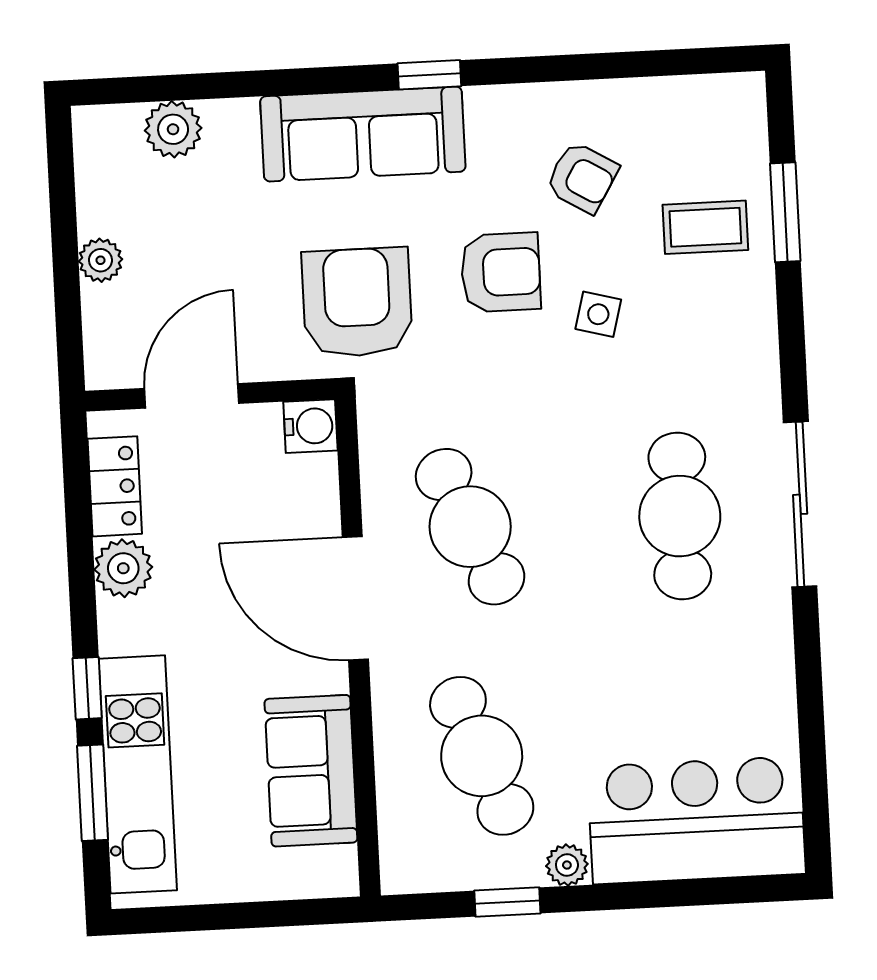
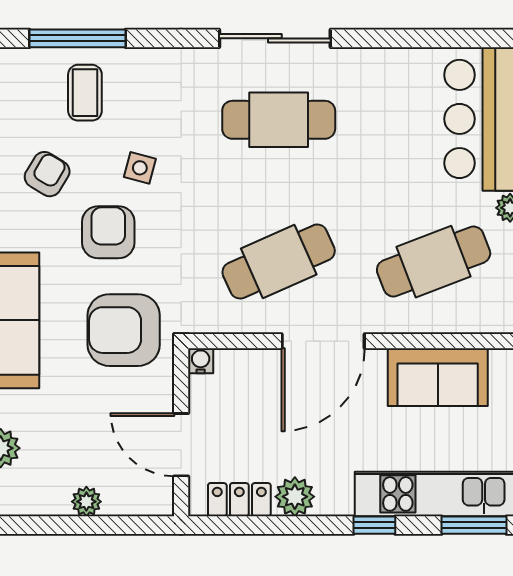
window: (785, 212) -> (77, 38), width x1.44
water cooler: (310, 426) -> (201, 361), width x0.72, depth x0.72
window: (93, 793) -> (474, 525), moved

